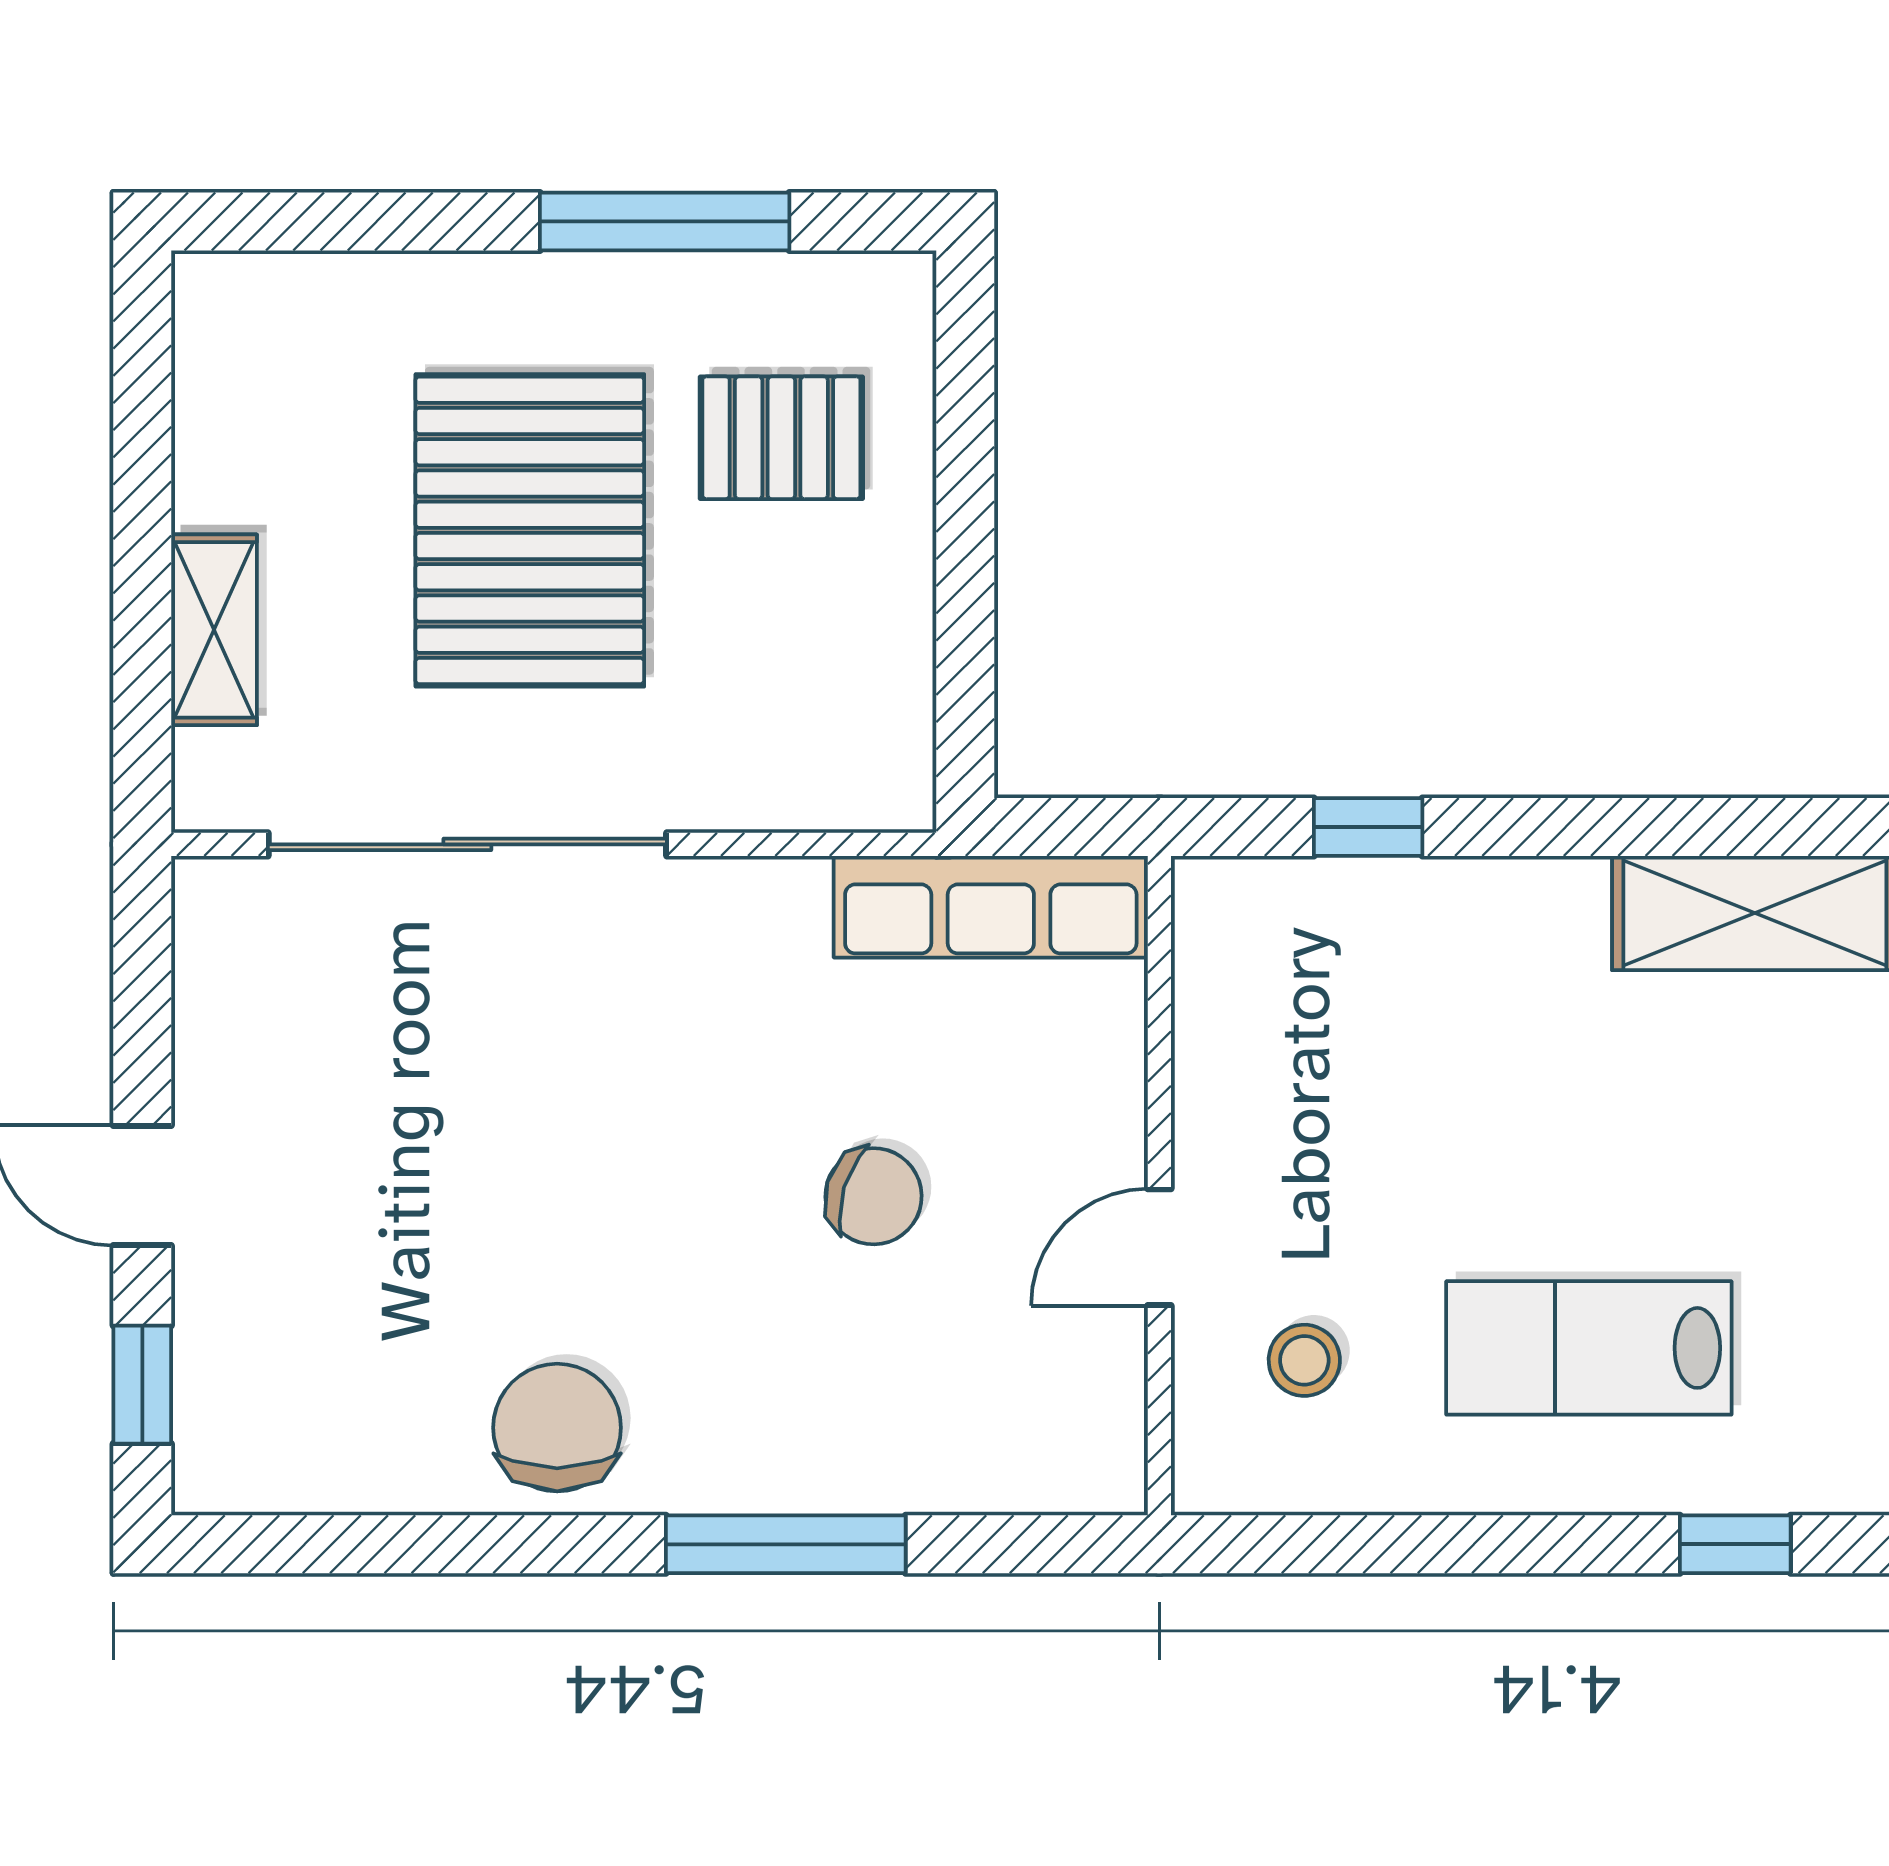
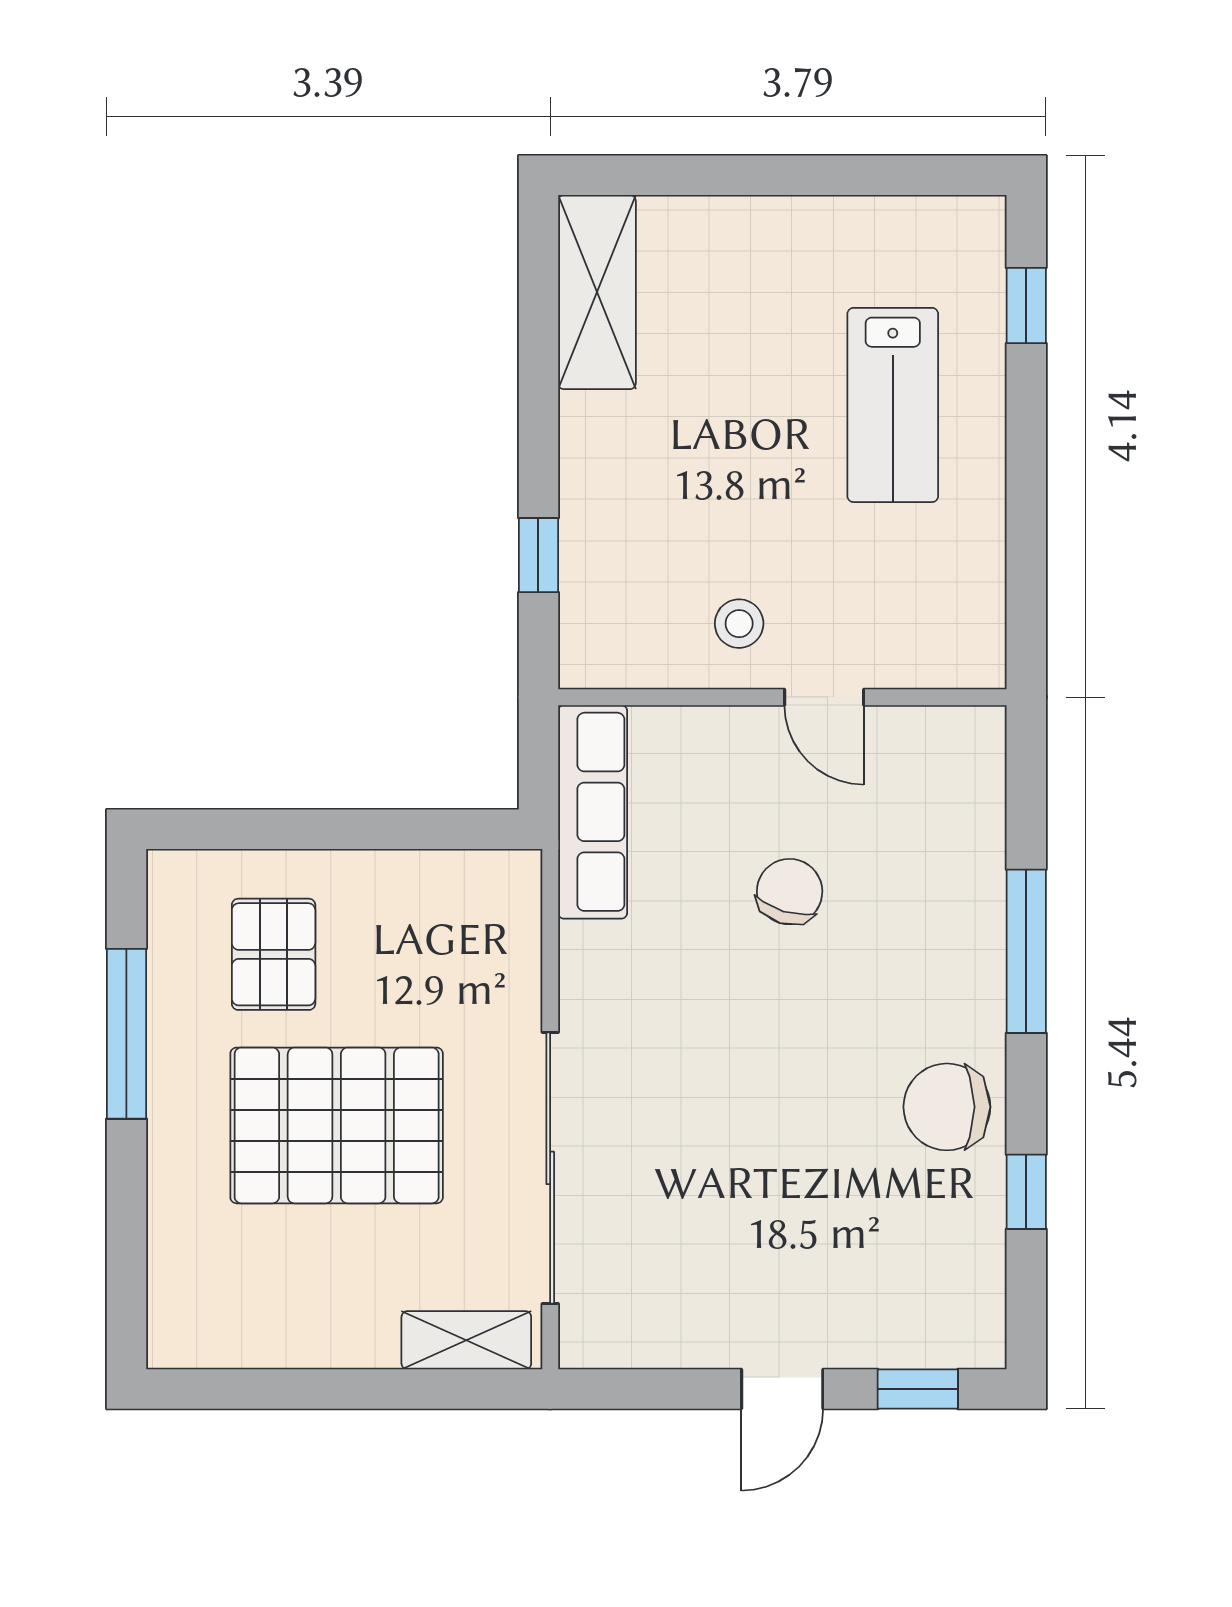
shelving: (214, 630) -> (466, 1340), moved
stool: (1304, 1360) -> (739, 624), moved
window: (432, 1544) -> (1026, 1192), added

